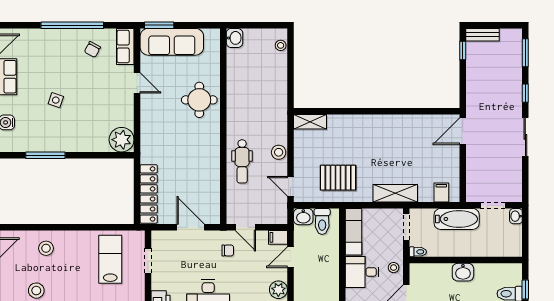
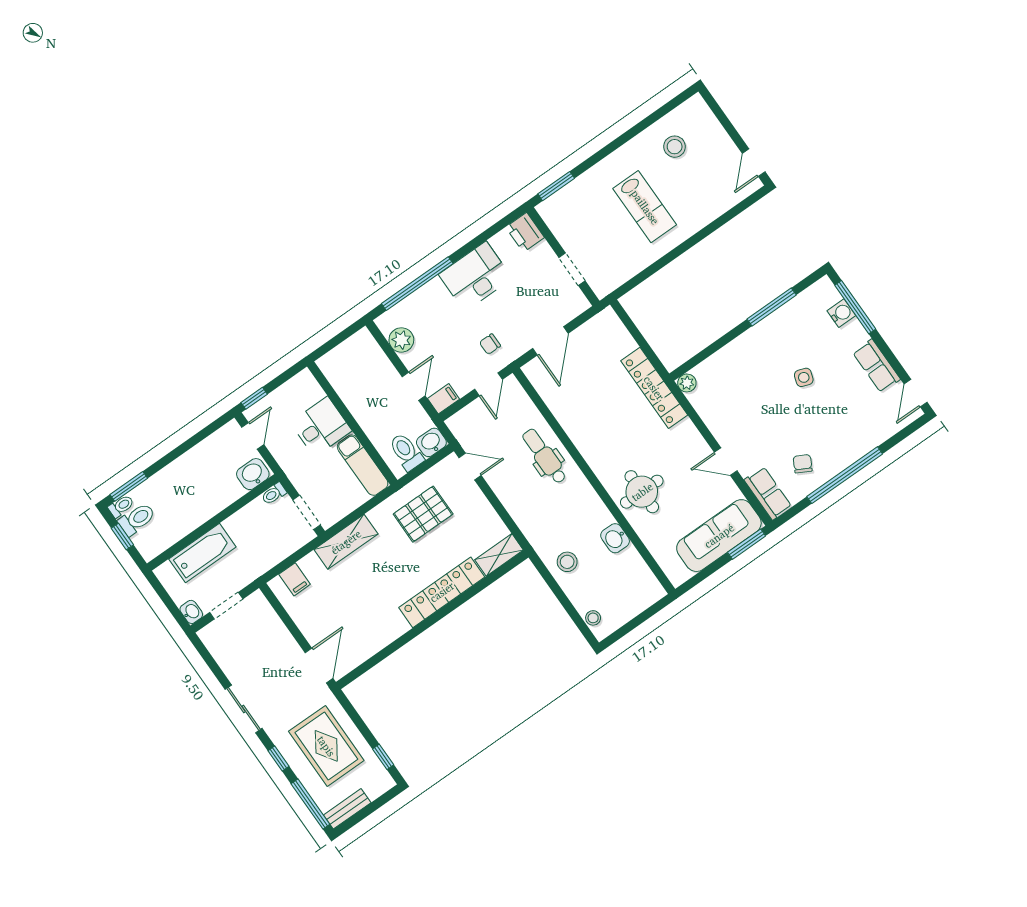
bench: (482, 35) -> (347, 809), moved
washbasin: (234, 38) -> (615, 538), moved
window: (525, 53) -> (310, 804), width x1.44
rug: (492, 81) -> (326, 746), added
locker: (360, 123) -> (442, 592), added
plant: (122, 140) -> (687, 383), width x0.53, depth x0.53
stool: (279, 152) -> (567, 562), moved
locker: (149, 194) -> (654, 388), moved
bathtub: (457, 219) -> (202, 553), moved, turned 180
door: (191, 227) -> (550, 341), hinge flipped
door: (245, 227) -> (489, 384), swing flipped
stool: (46, 248) -> (697, 202), removed
lab bench: (110, 259) -> (645, 207), moved
stool: (394, 268) -> (289, 456), removed
washbasin: (463, 272) -> (253, 474), moved

